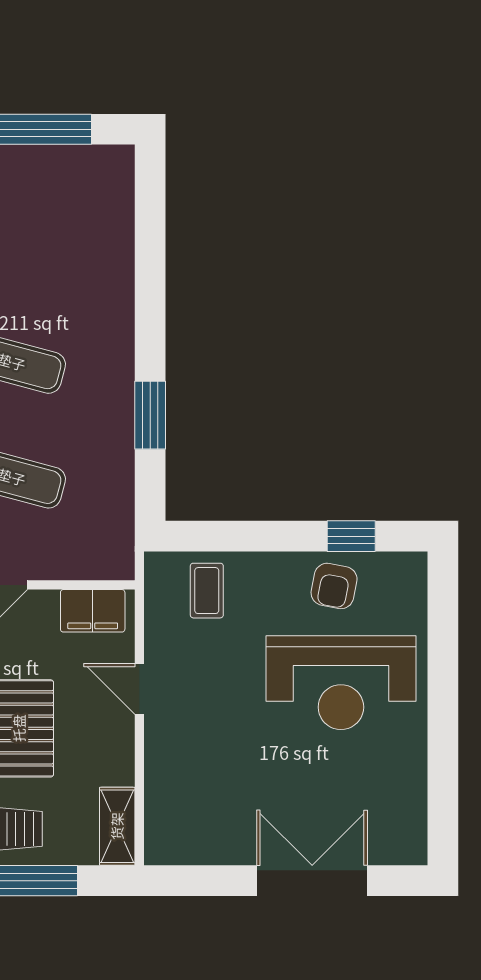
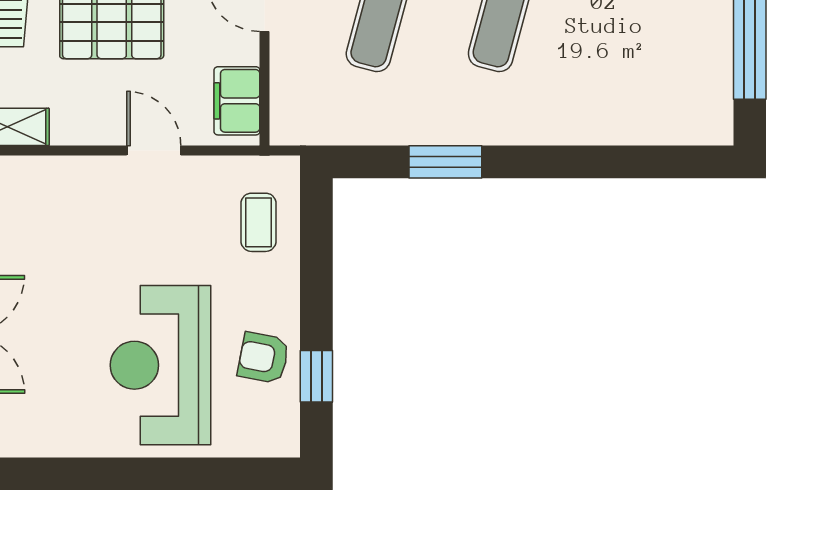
coffee table: (207, 591) -> (259, 222), turned 90
door: (139, 689) -> (154, 151), hinge flipped

